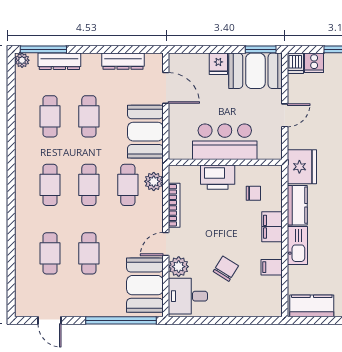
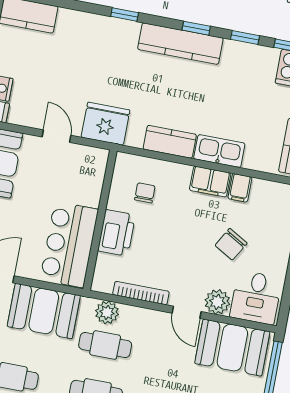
bar counter: (225, 142) -> (69, 245), moved
fridge: (302, 167) -> (106, 124), moved
filing cabinet: (272, 227) -> (210, 182), moved
chair: (226, 269) -> (231, 244), turned -92

